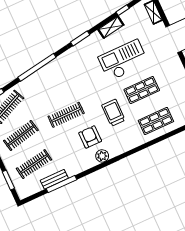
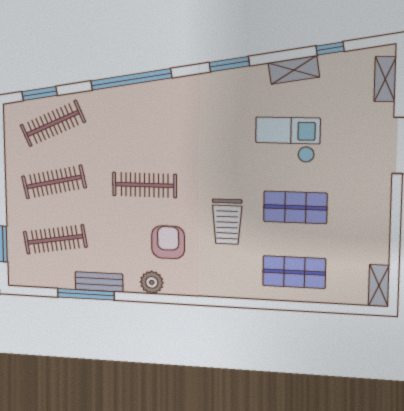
checkout: (123, 60) -> (288, 140), width x0.73, depth x0.83
trolley: (113, 113) -> (227, 222), turned 180
plant: (102, 156) -> (152, 282), moved
bench: (54, 179) -> (99, 282), moved

